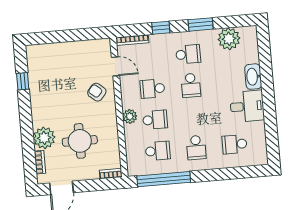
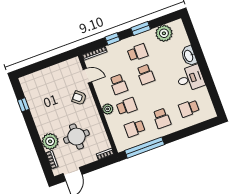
school desk: (152, 89) -> (119, 84), turned -90
school desk: (158, 151) -> (135, 128), turned 180

